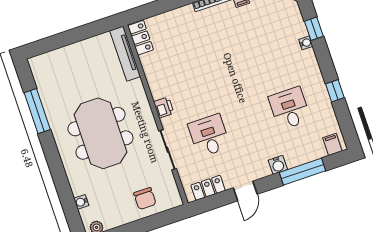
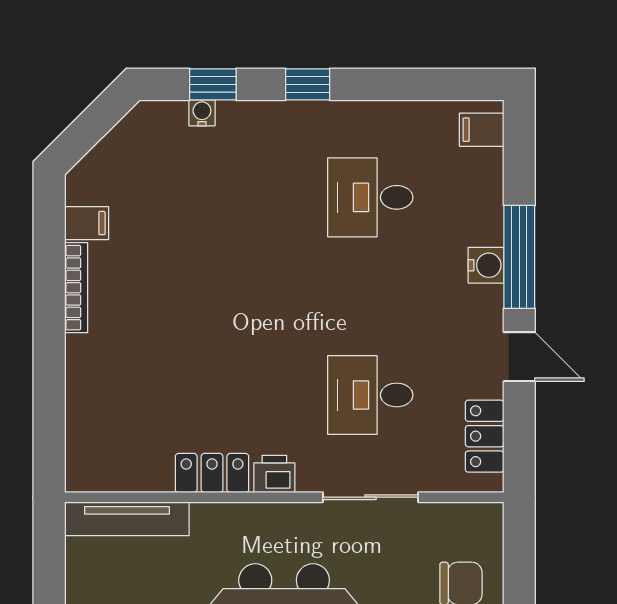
locker: (141, 38) -> (212, 473), moved
water cooler: (306, 43) -> (202, 113), moved
window: (335, 91) -> (308, 84), moved
window: (303, 172) -> (519, 257), moved

